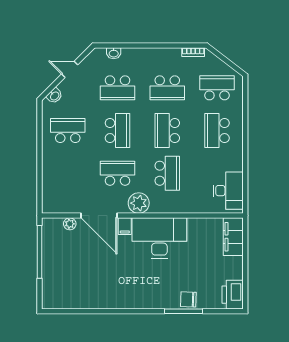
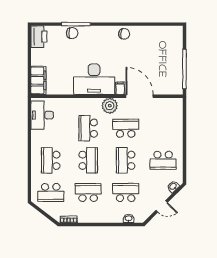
school desk: (217, 131) -> (51, 160), turned 180
school desk: (118, 173) -> (126, 128), turned 180
plant: (70, 224) -> (162, 90), removed
chair: (119, 298) -> (124, 34), added

